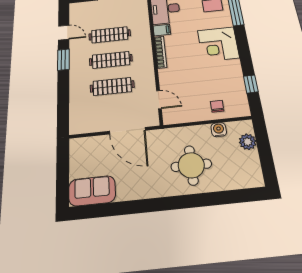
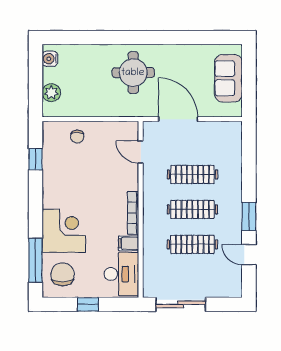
corner desk: (218, 44) -> (64, 231), moved
water cooler: (219, 130) -> (50, 59), moved, turned 90
round table: (191, 165) -> (133, 73), moved
sofa: (92, 191) -> (228, 78), moved, turned 90

